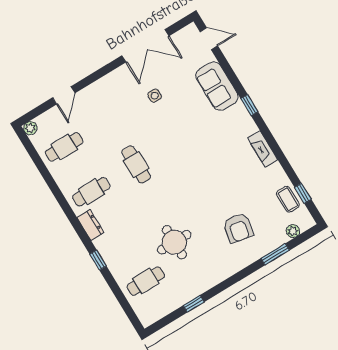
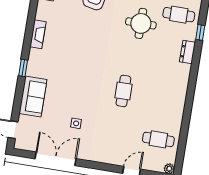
cafe table: (91, 192) -> (165, 98), removed
dresser: (90, 225) -> (187, 52), moved
window: (98, 260) -> (200, 32), moved

